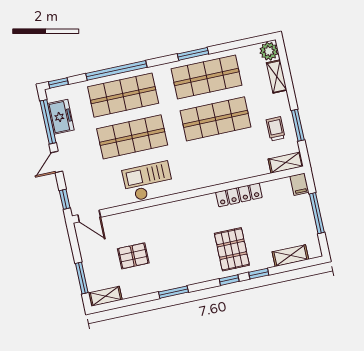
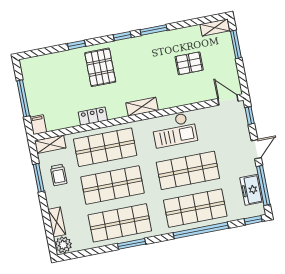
shop shelf: (225, 161) -> (105, 147), added
locker: (239, 195) -> (93, 116), width x0.66
shelving: (290, 256) -> (142, 107), moved
window: (229, 280) -> (122, 36), moved

